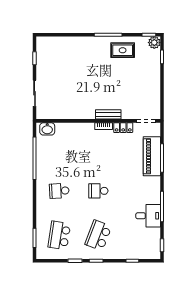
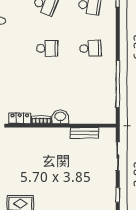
bench: (108, 114) -> (84, 133), moved
washbasin: (47, 129) -> (60, 117), moved

